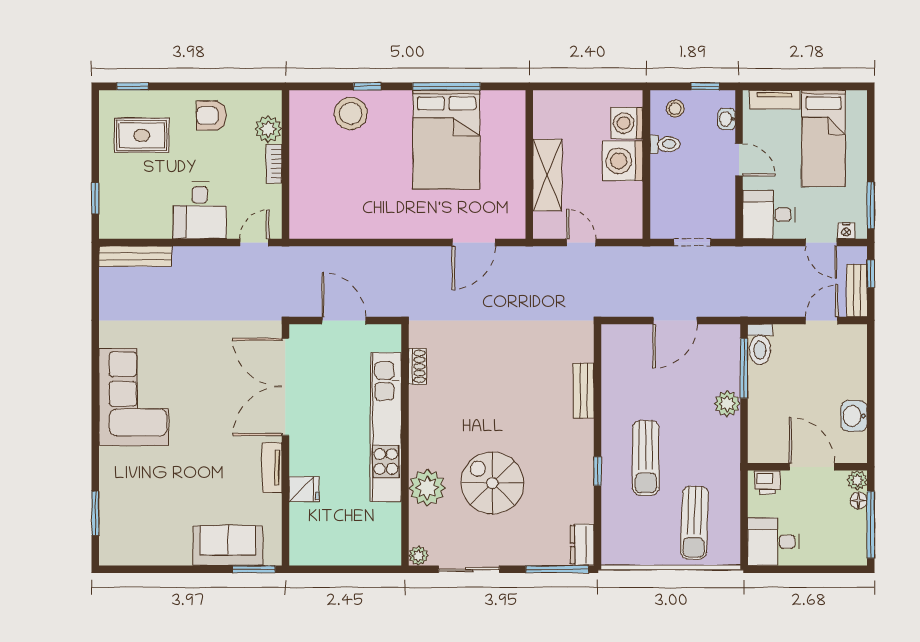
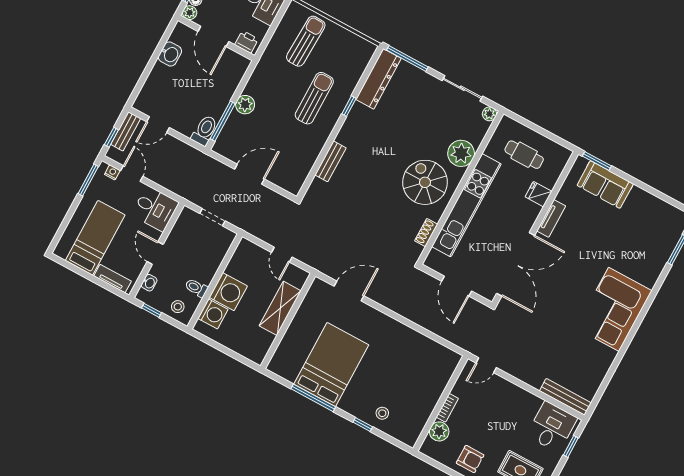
stool: (351, 113) -> (382, 413), width x0.53, depth x0.53
desk: (200, 210) -> (552, 427), moved
spiral stairs: (492, 483) -> (425, 182), moved, turned 180
cafe table: (348, 528) -> (524, 155), added
dresser: (582, 545) -> (378, 79), width x1.96, depth x1.24

